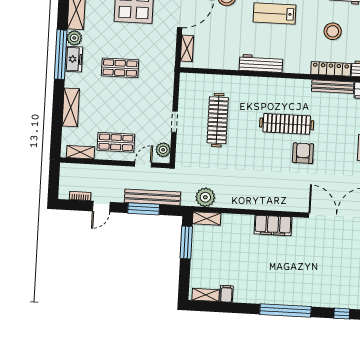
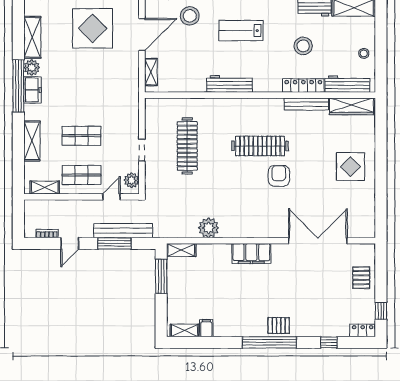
shop shelf: (120, 68) -> (81, 136), moved
plant: (205, 197) -> (209, 228), moved
pallet: (295, 295) -> (279, 325), added

